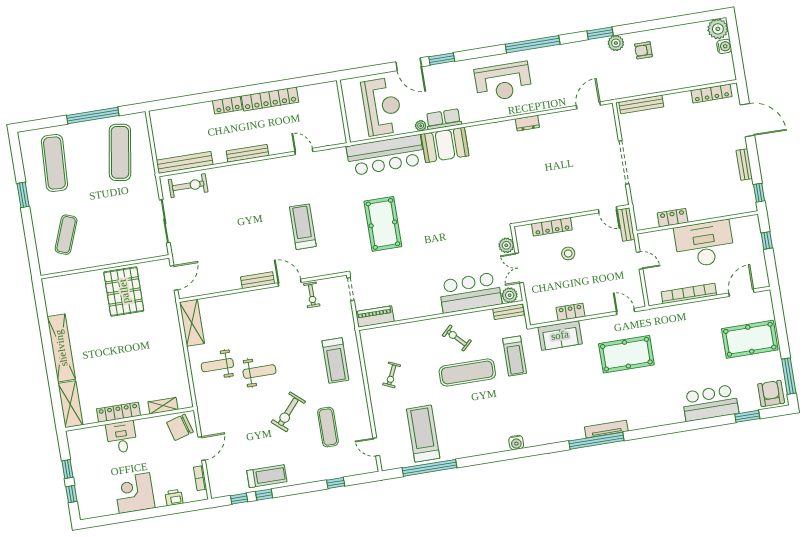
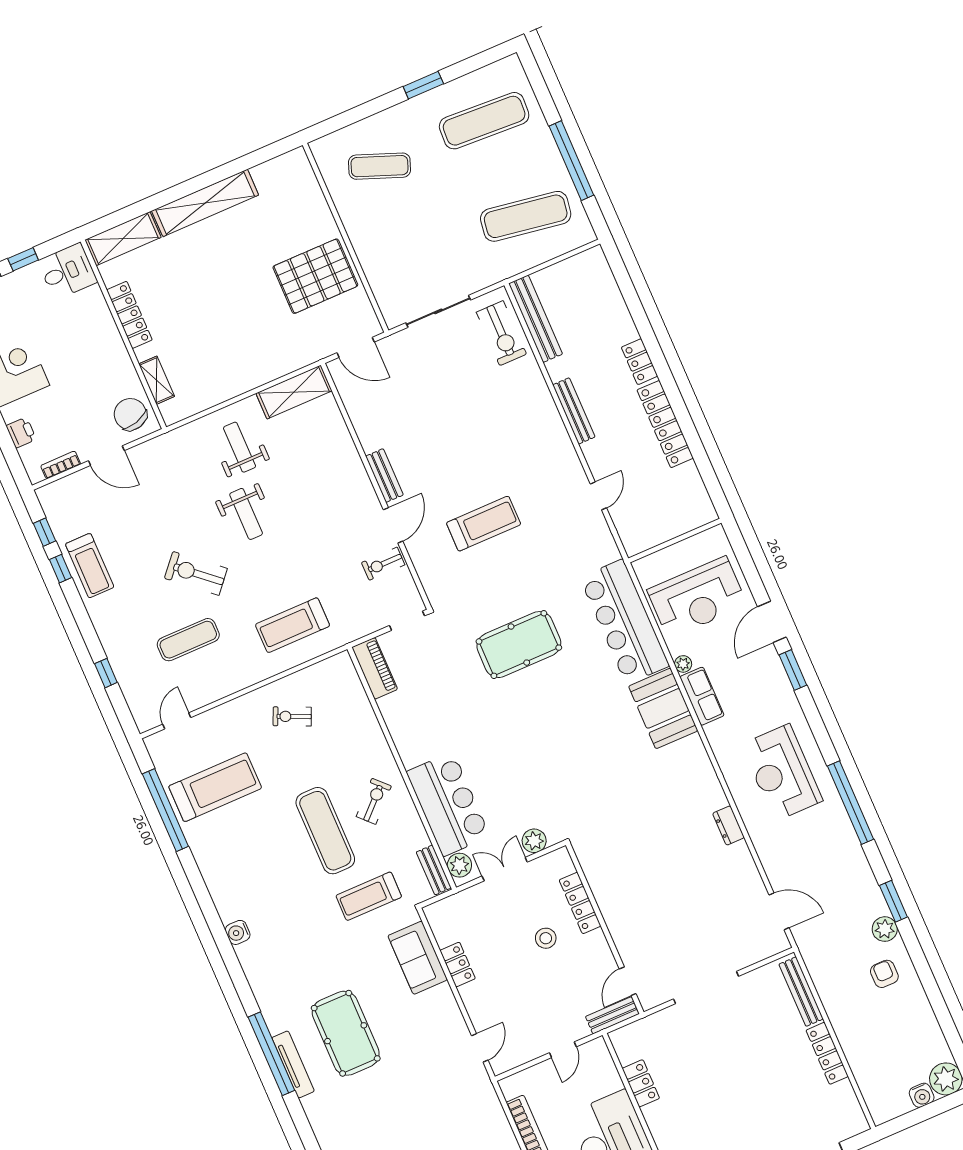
locker: (711, 94) -> (827, 1053), moved
pool table: (626, 354) -> (346, 1033), moved
desk: (122, 437) -> (68, 271), moved

